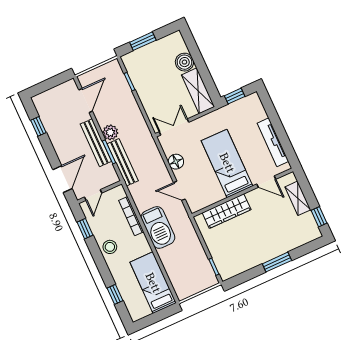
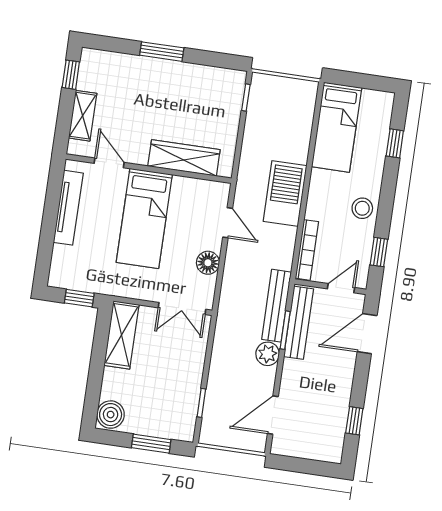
boiler: (184, 62) -> (111, 415), moved
bench: (96, 143) -> (299, 323), moved
bookcase: (131, 216) -> (307, 250), moved

